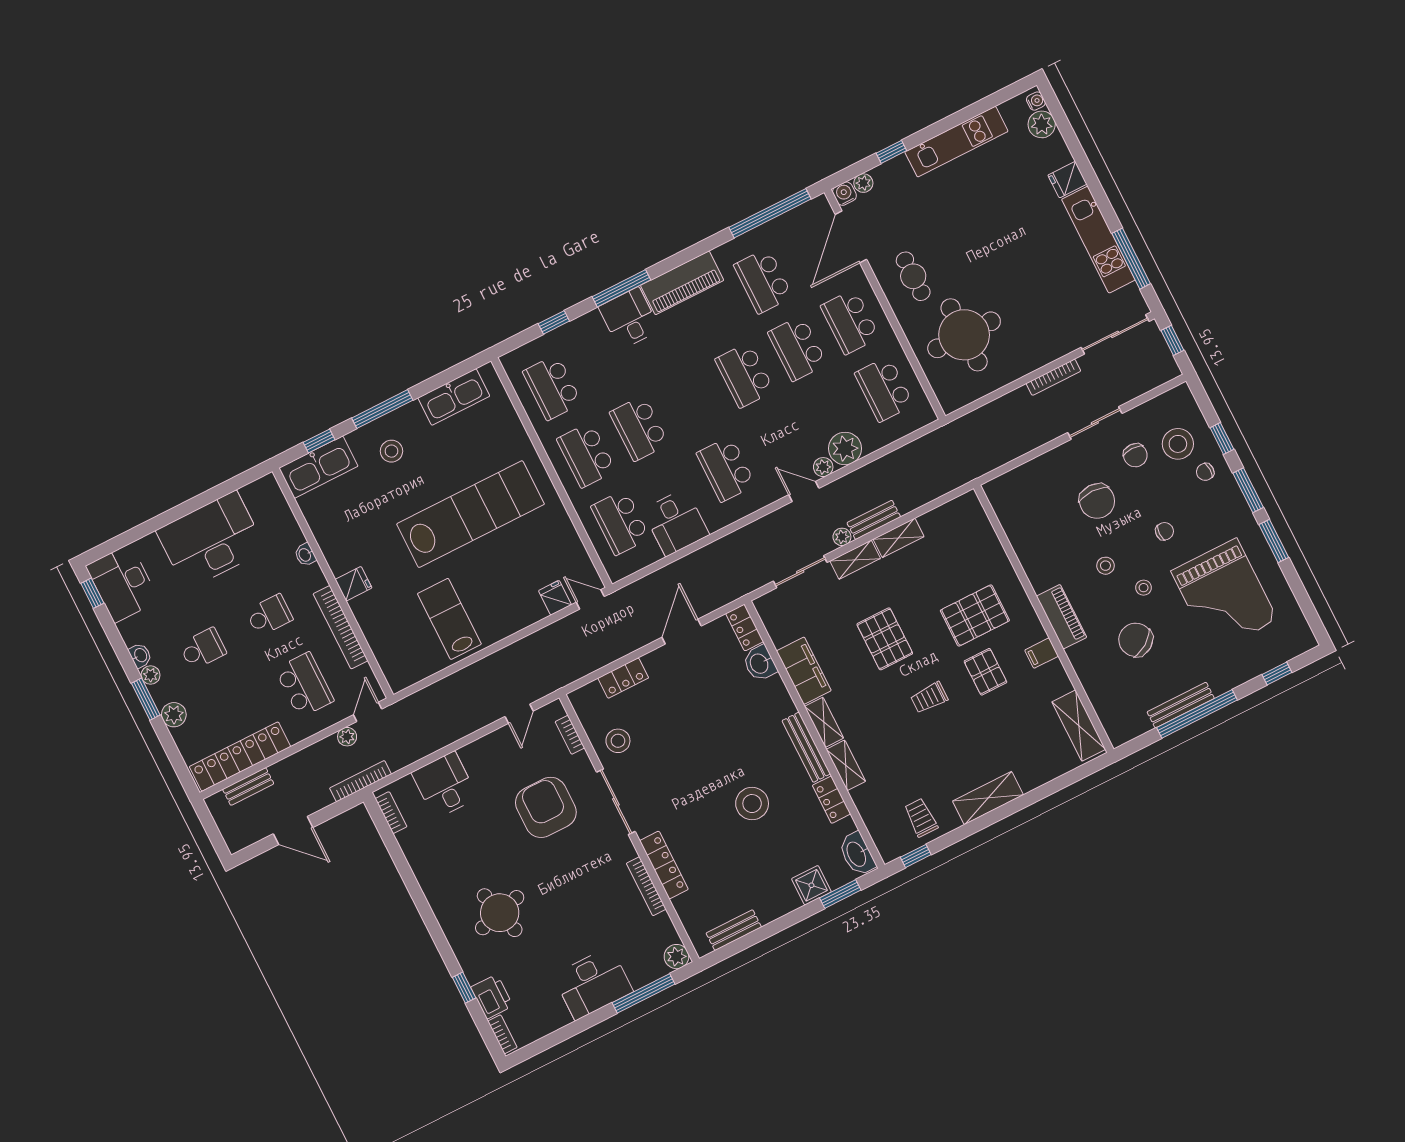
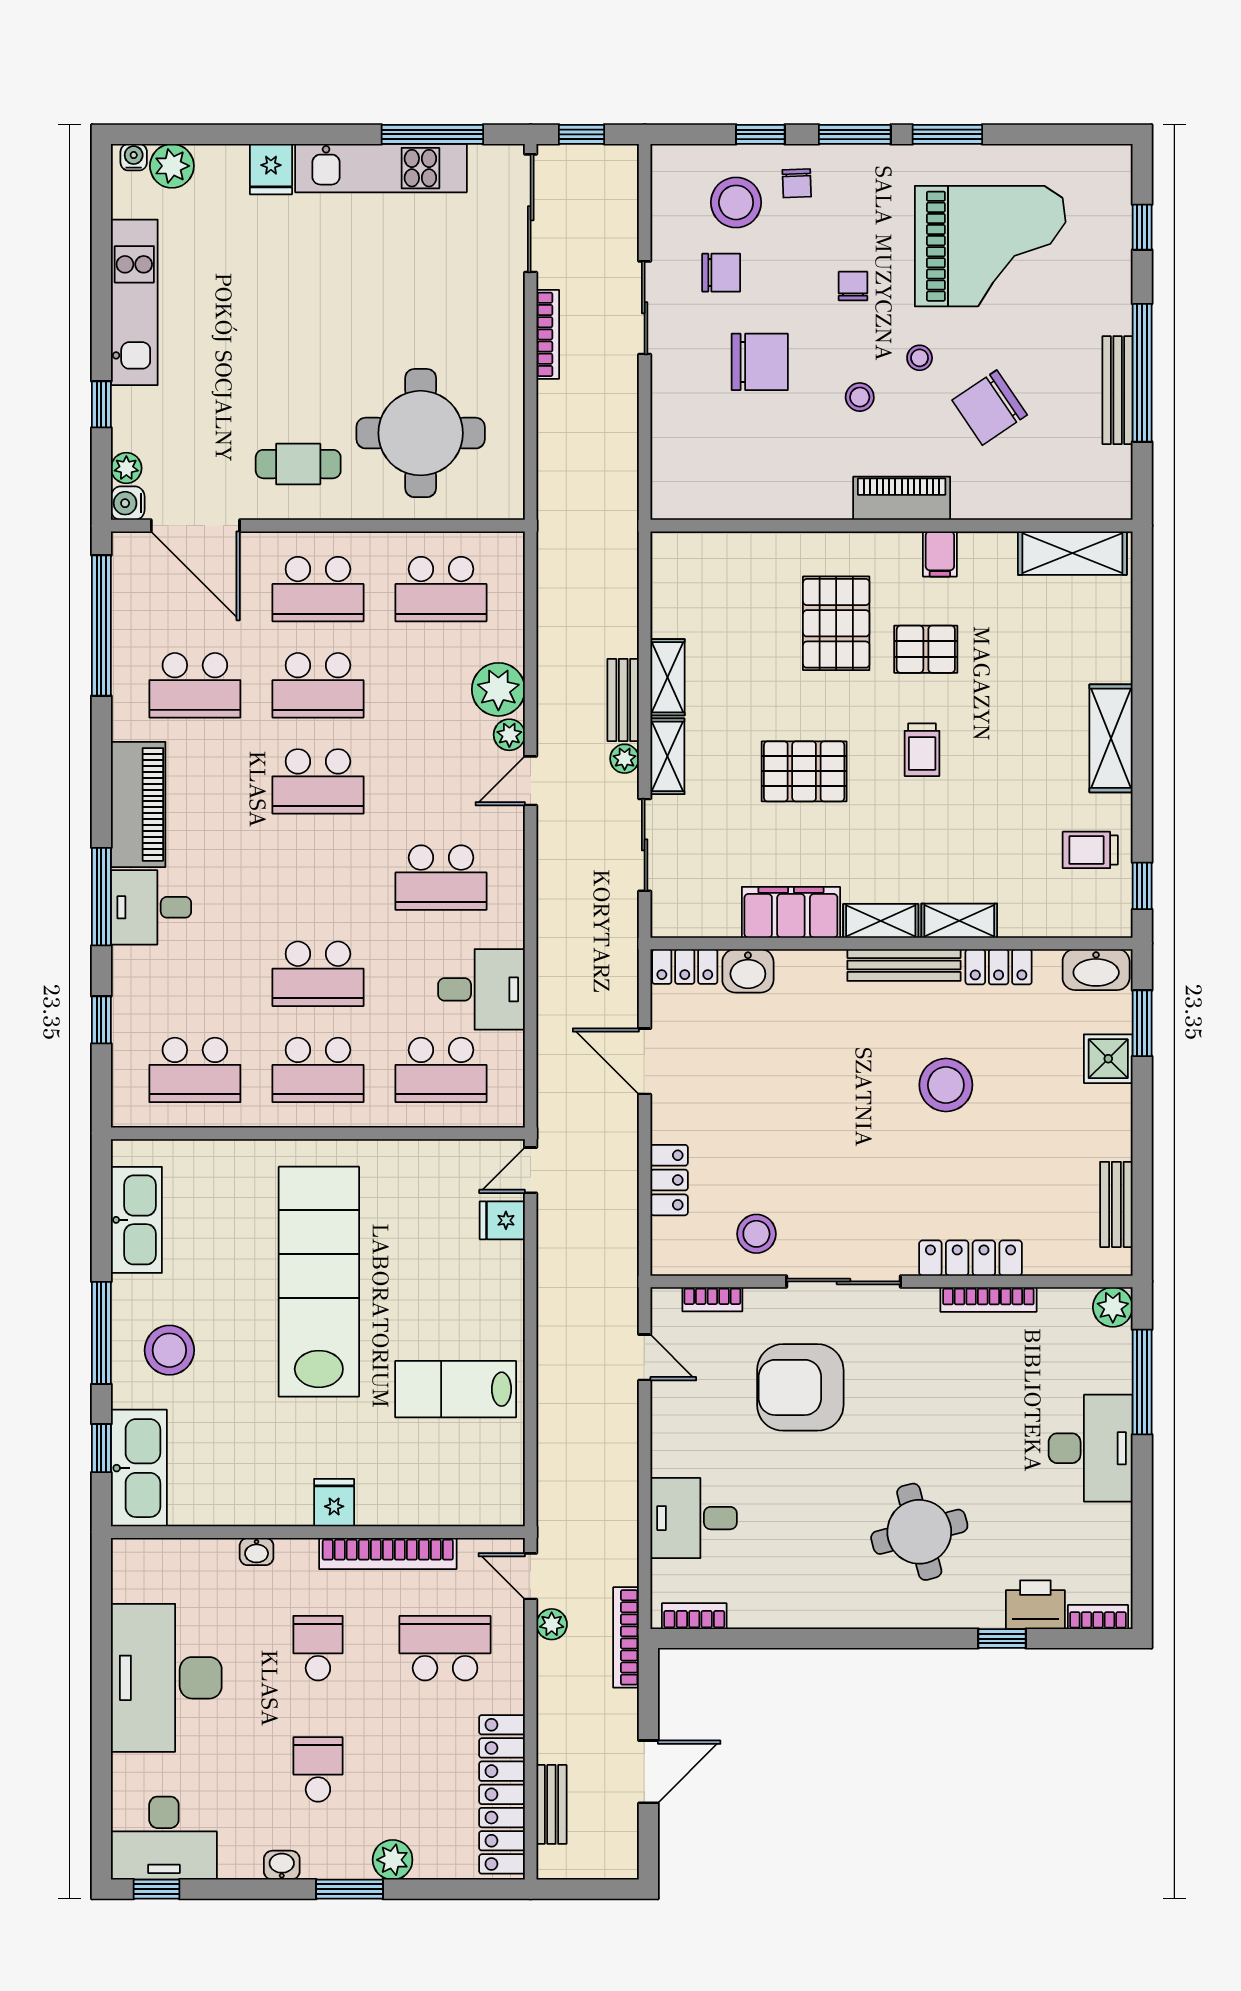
stool: (391, 451) -> (169, 1350), width x1.38, depth x1.38
plant: (151, 675) -> (318, 1865), removed

